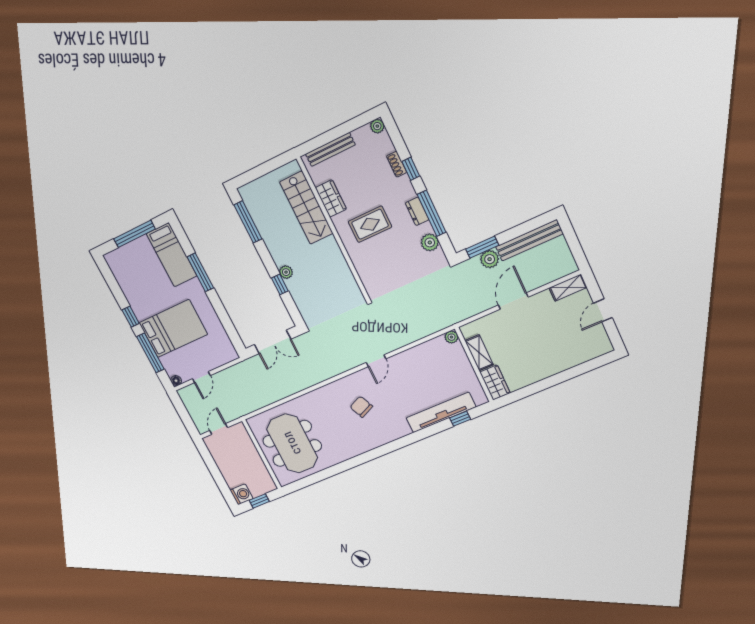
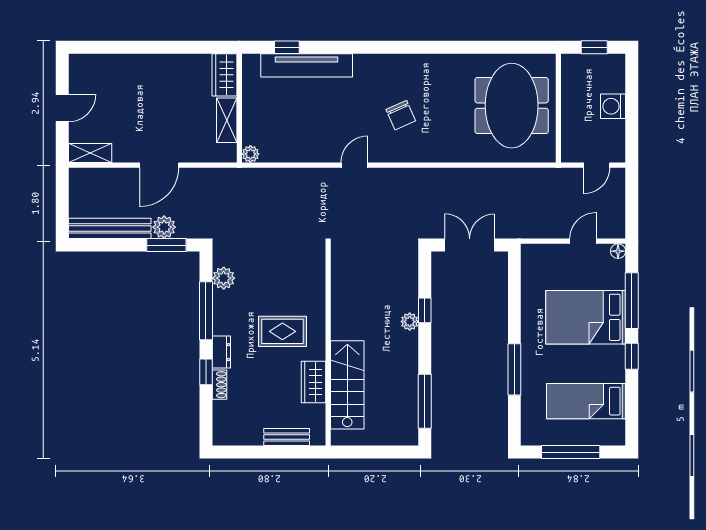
plant: (377, 126) -> (221, 437), removed
bench: (330, 149) -> (287, 437), width x0.73
dresser: (417, 211) -> (221, 352), moved
bed: (172, 255) -> (586, 401), moved, turned -90
washing machine: (242, 494) -> (613, 106), moved

